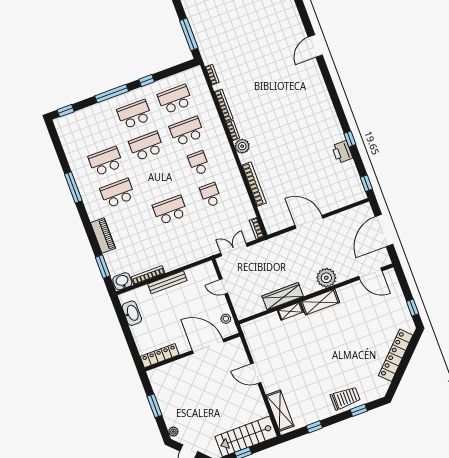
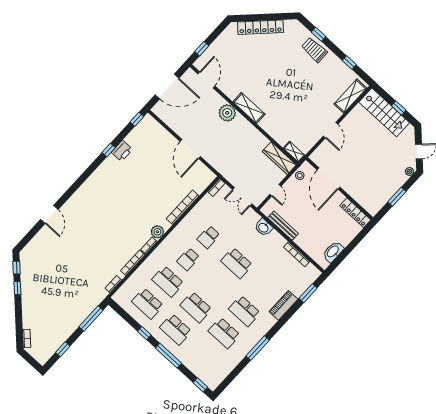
door: (315, 46) -> (49, 214), hinge flipped
washbasin: (122, 281) -> (264, 227), moved
bench: (167, 282) -> (283, 226), moved
wardrobe: (283, 296) -> (279, 158), moved
window: (413, 308) -> (202, 49), moved
shelving: (290, 311) -> (294, 152), moved

